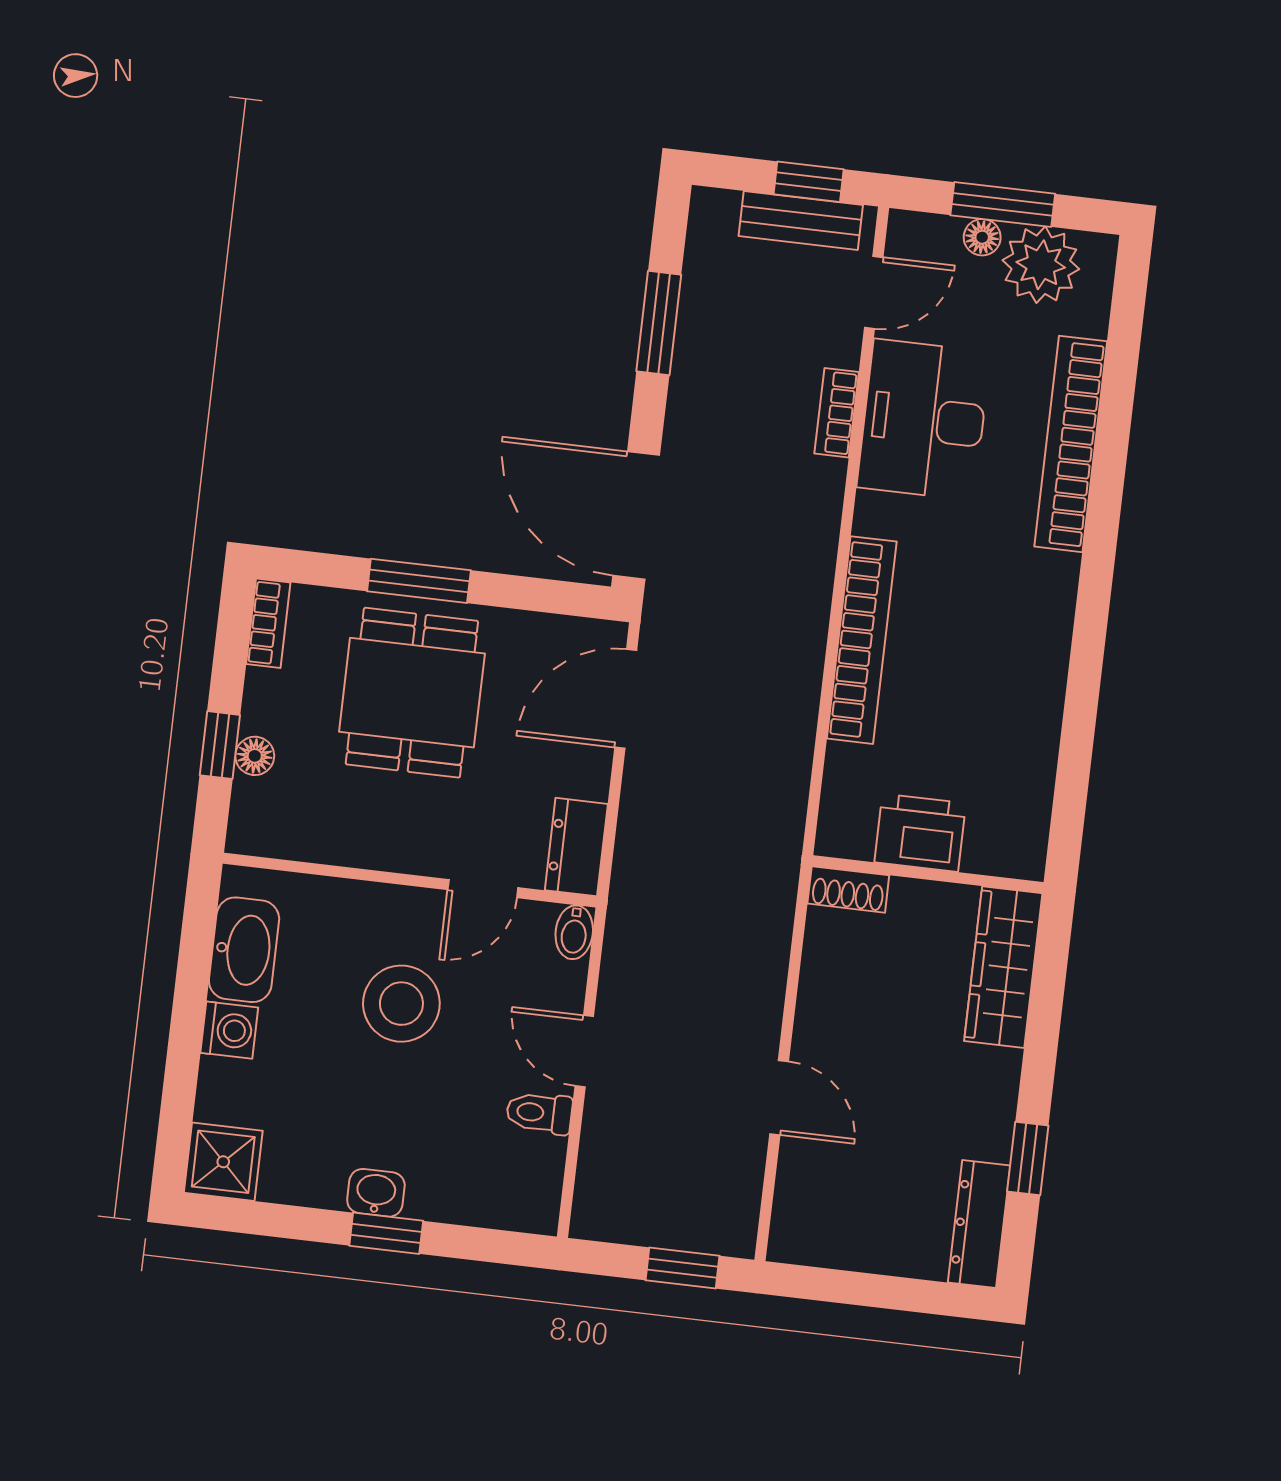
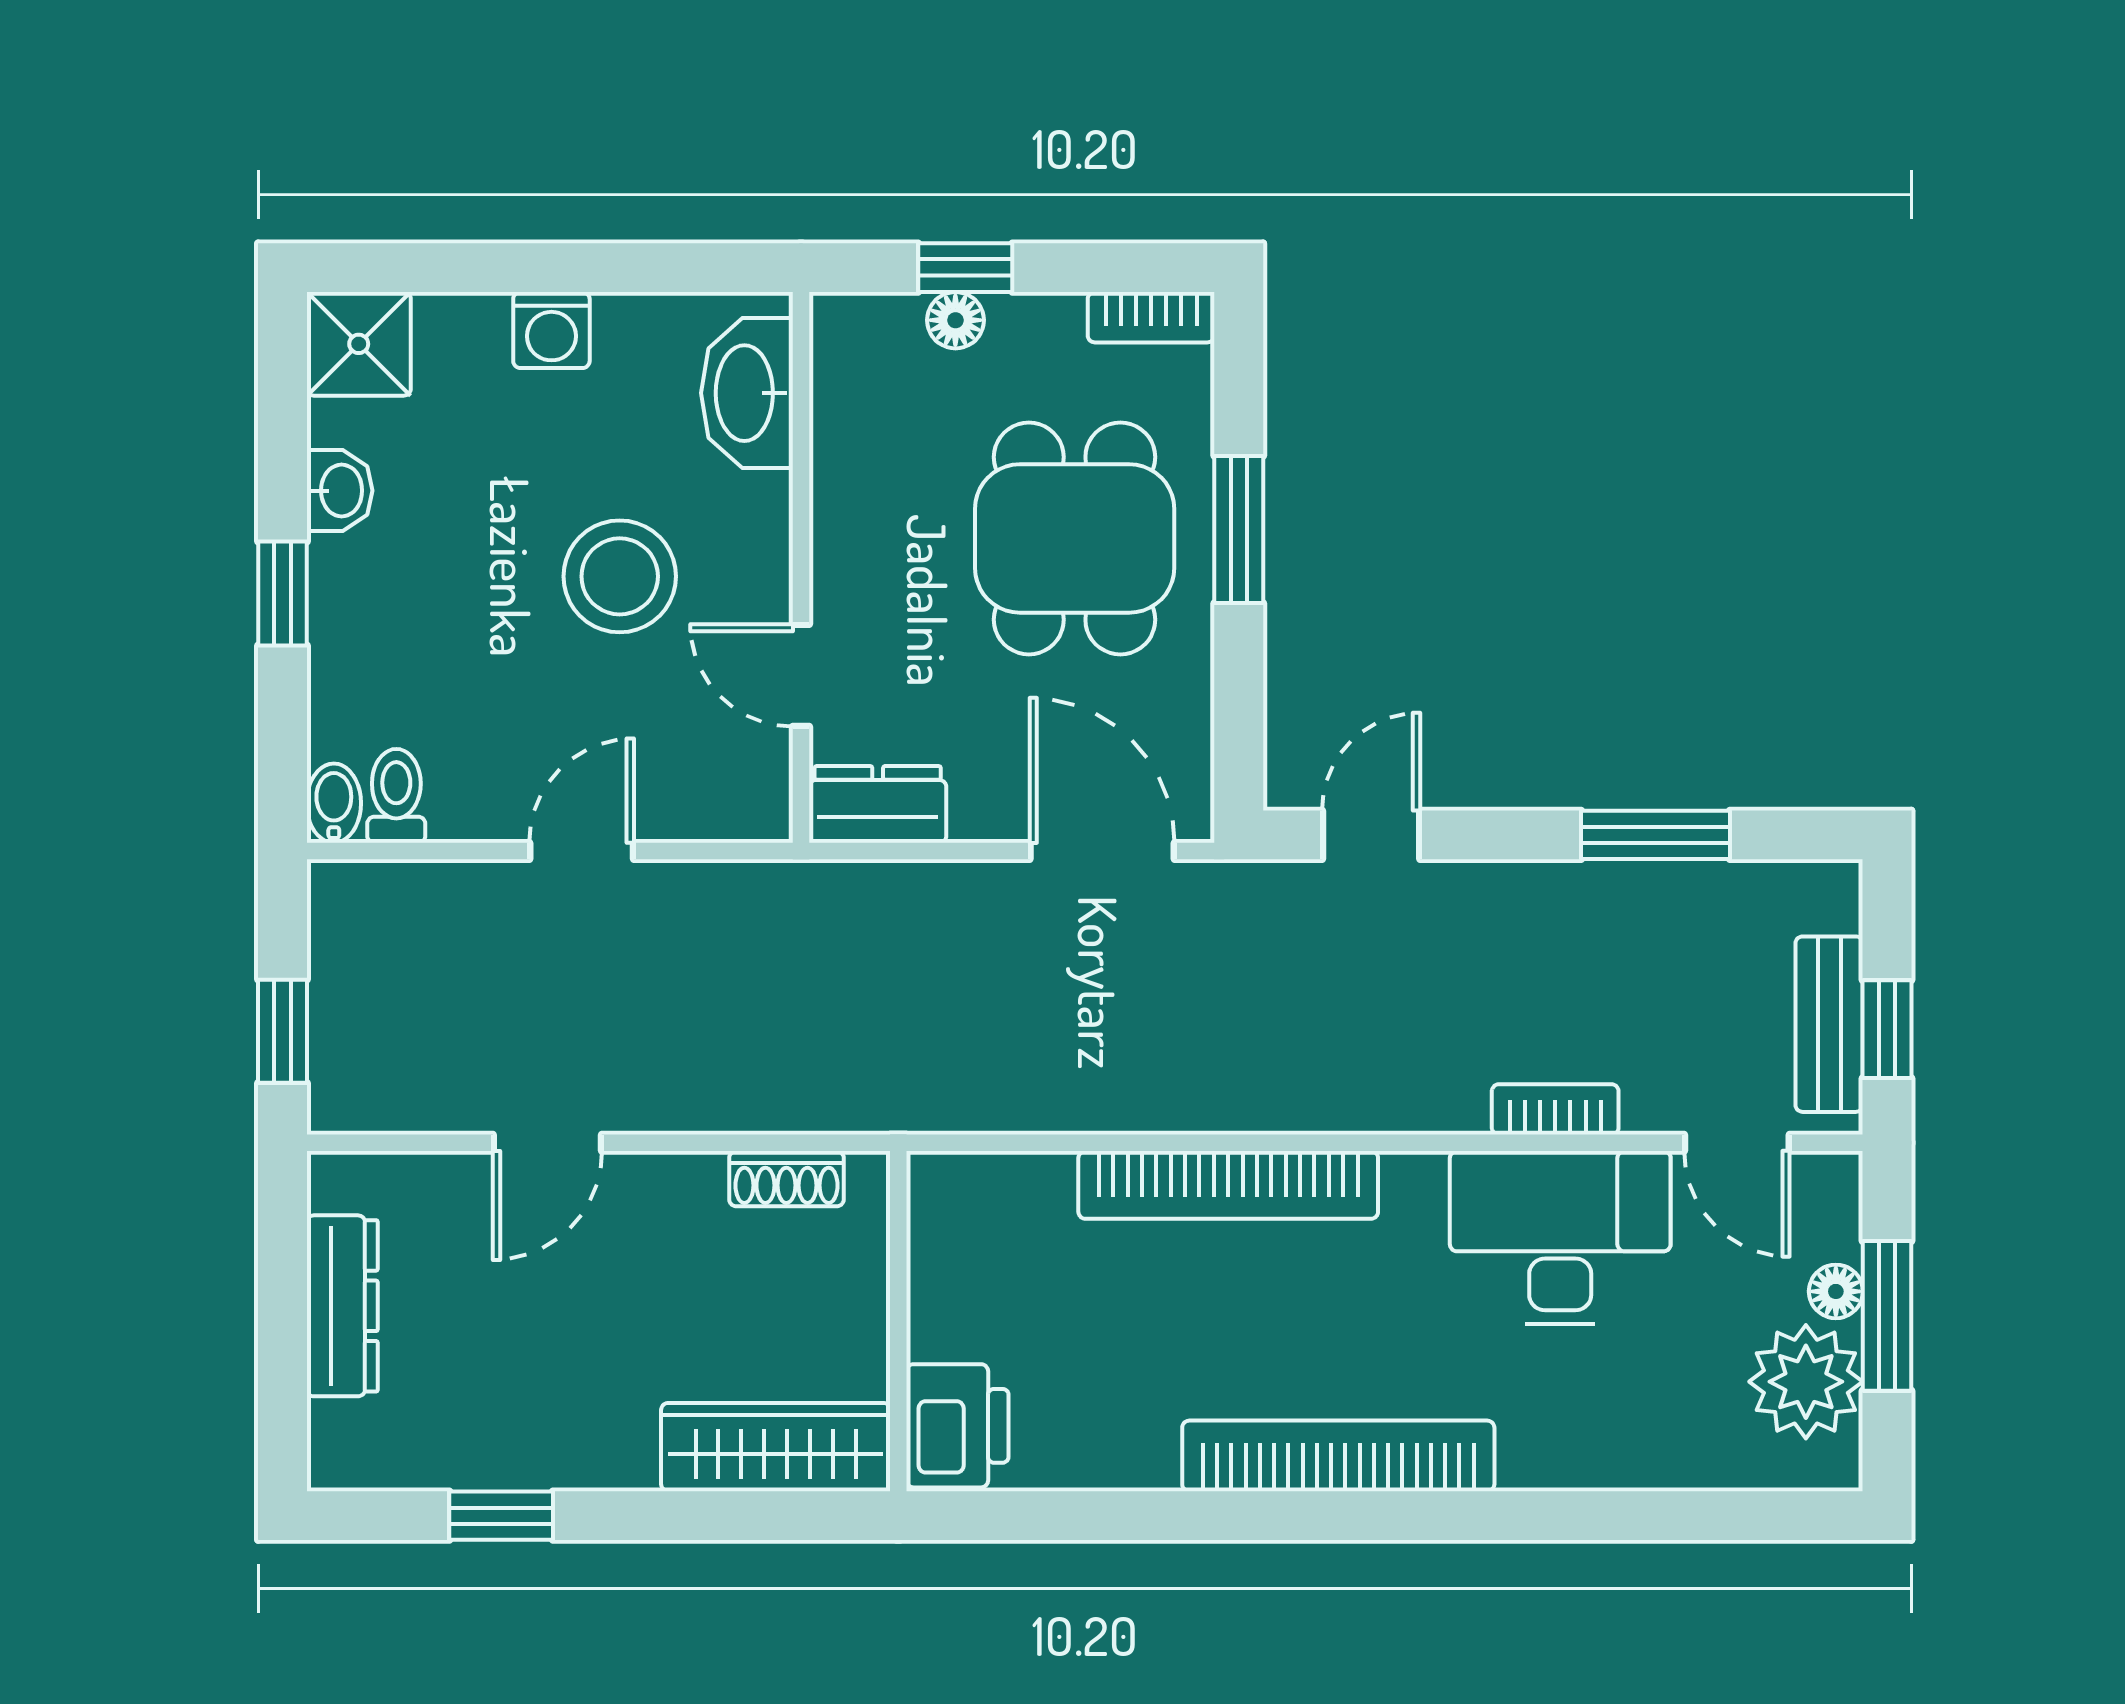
bookcase: (1071, 444) -> (1338, 1456), moved
door: (636, 515) -> (1371, 835), width x0.53
dining table: (412, 693) -> (1075, 538), turned 90
printer: (920, 833) -> (957, 1426), moved
shoe rack: (848, 889) -> (786, 1179), moved, turned -90
bidet: (574, 932) -> (334, 803), moved, turned 90
washbasin: (244, 950) -> (747, 393), moved, turned 90
toilet: (539, 1113) -> (396, 796), moved
washbasin: (376, 1193) -> (340, 491), moved
dresser: (979, 1224) -> (342, 1306), moved, turned 90

